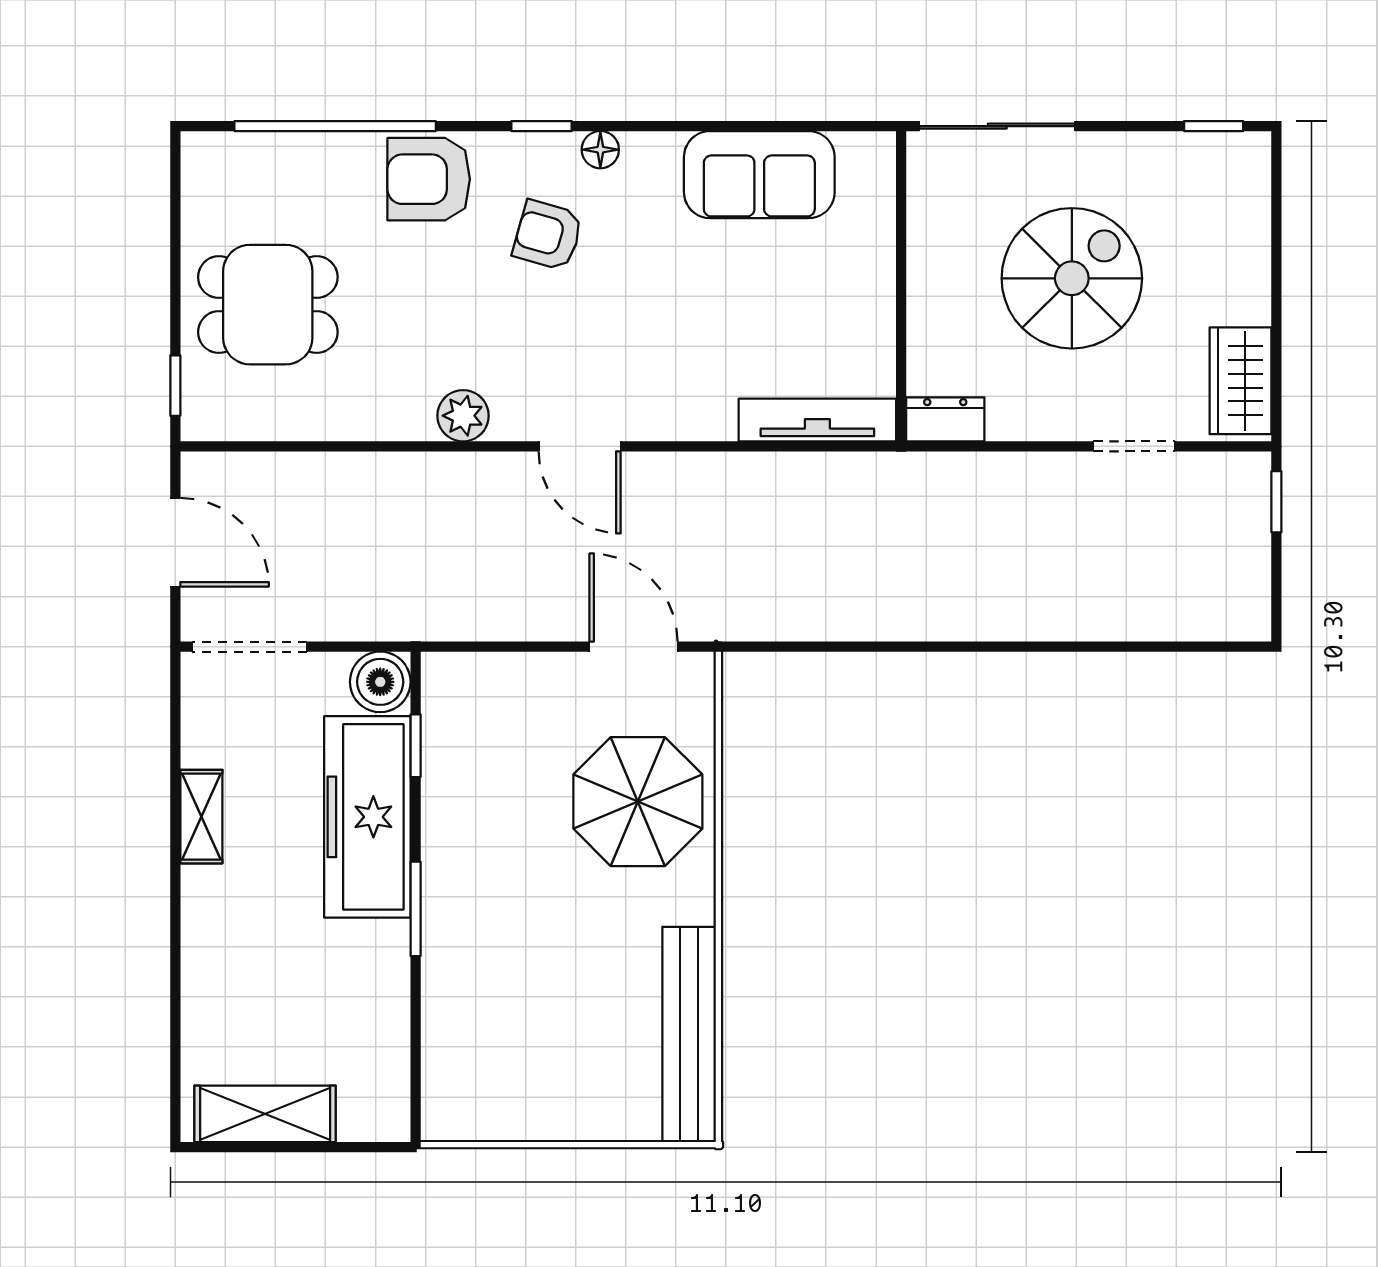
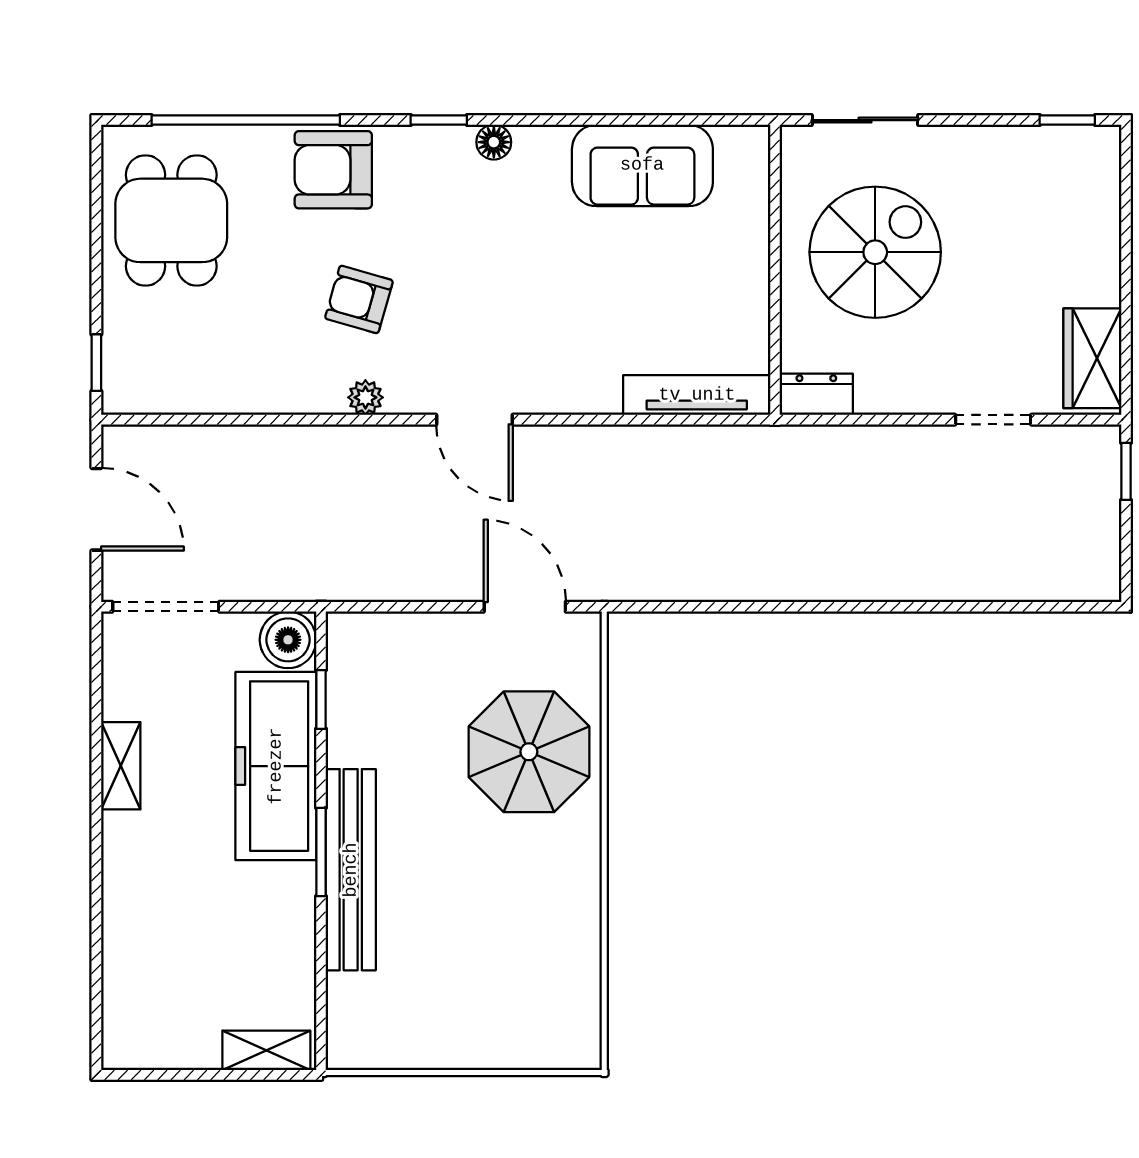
sliding door: (997, 126) -> (865, 120), width x0.73
armchair: (548, 235) -> (359, 299), moved
spiral stairs: (1072, 278) -> (875, 252), moved
dining table: (268, 305) -> (171, 220), moved, turned 90
plant: (463, 416) -> (365, 397), width x0.73, depth x0.73
bench: (689, 1034) -> (351, 870), moved
shelving: (265, 1114) -> (266, 1050), moved, width x0.67, depth x0.75

